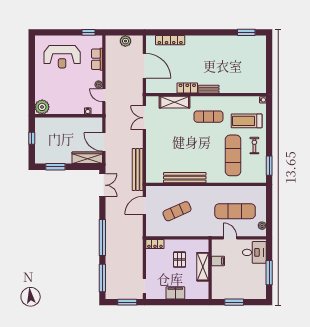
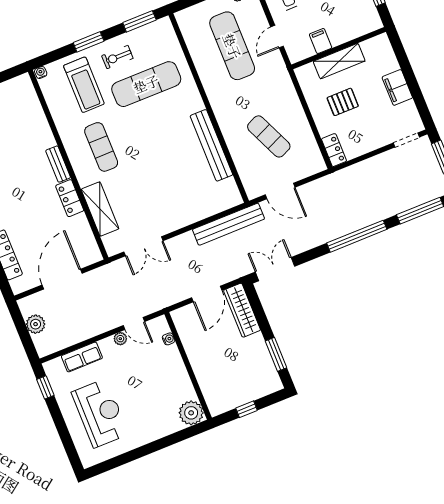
door: (104, 95) -> (134, 323), hinge flipped
window: (269, 133) -> (89, 42), added

